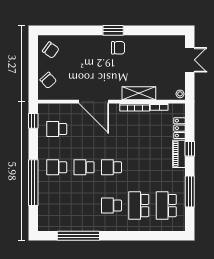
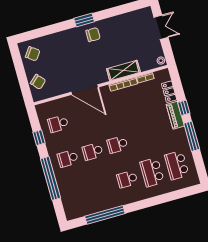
window: (33, 121) -> (39, 138), moved
window: (190, 191) -> (192, 136), moved

